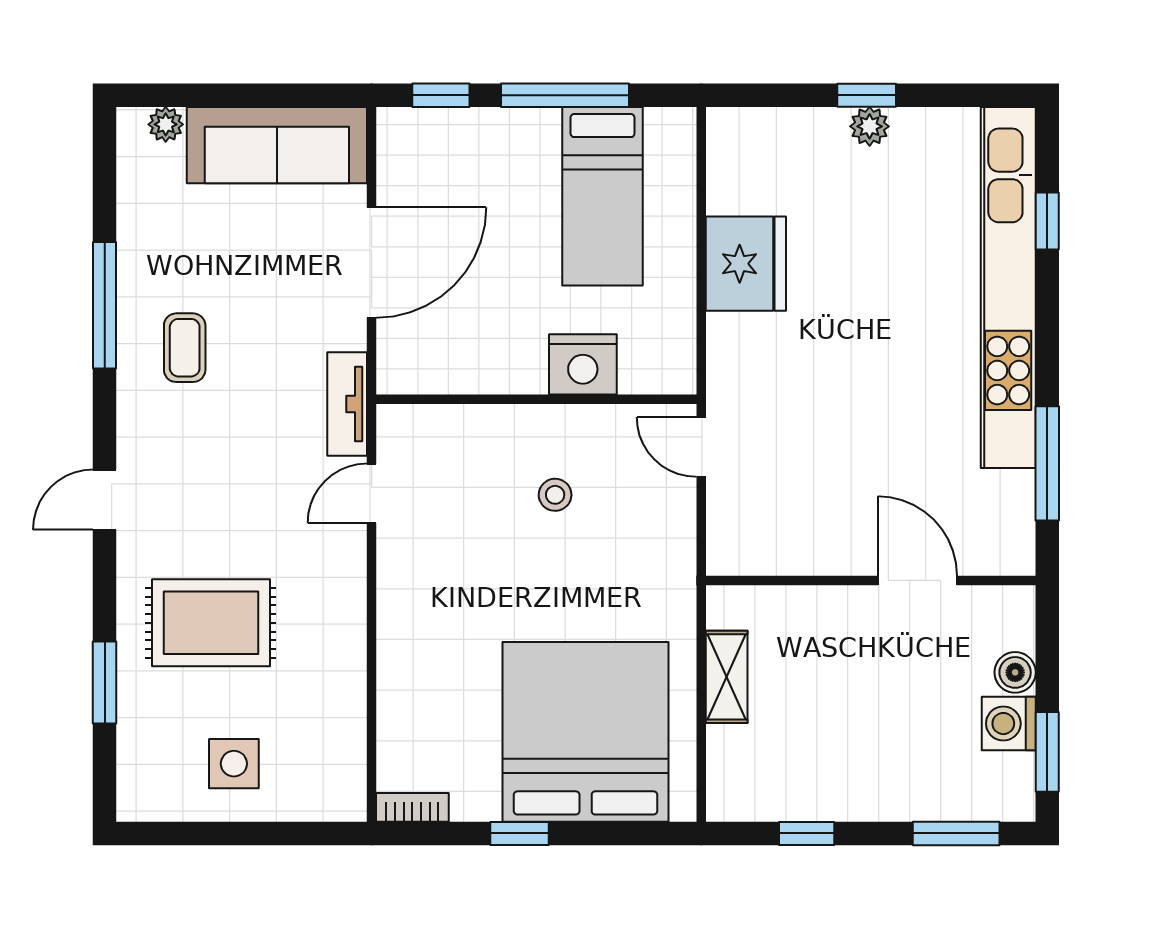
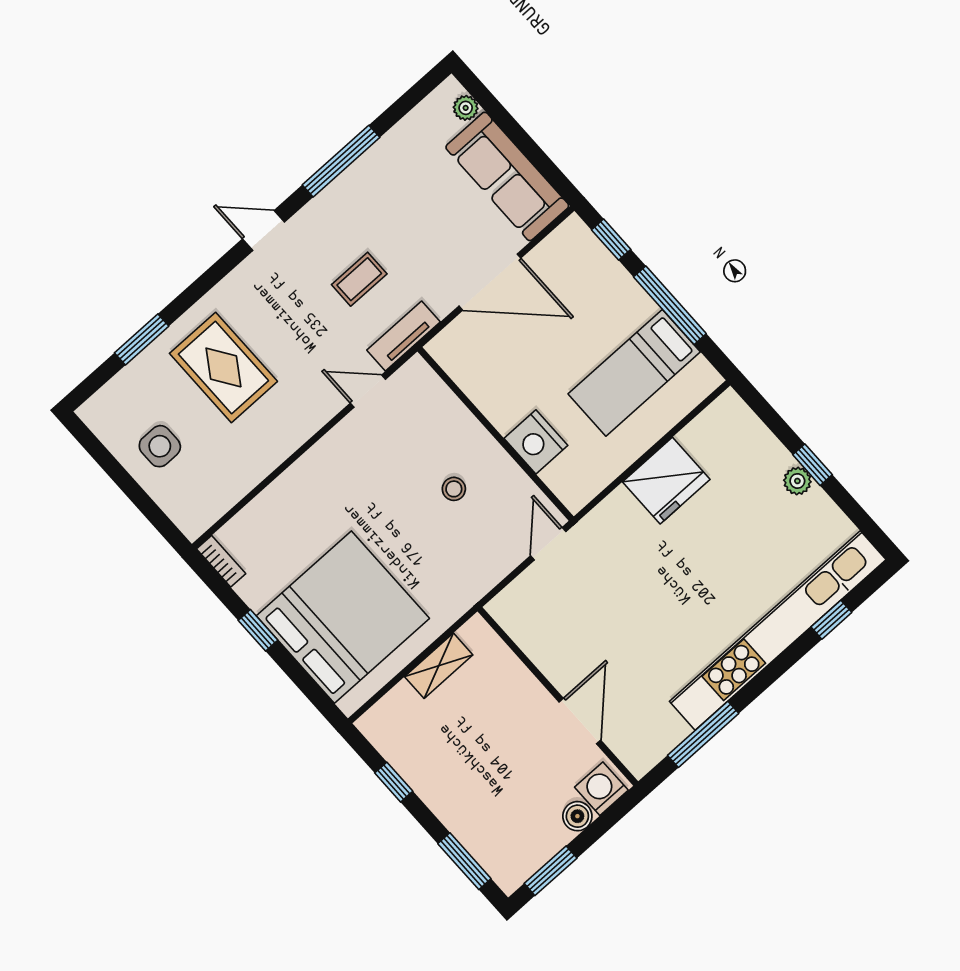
coffee table: (185, 348) -> (359, 279), moved
door: (105, 500) -> (263, 230), moved
washing machine: (1009, 724) -> (601, 789), moved

